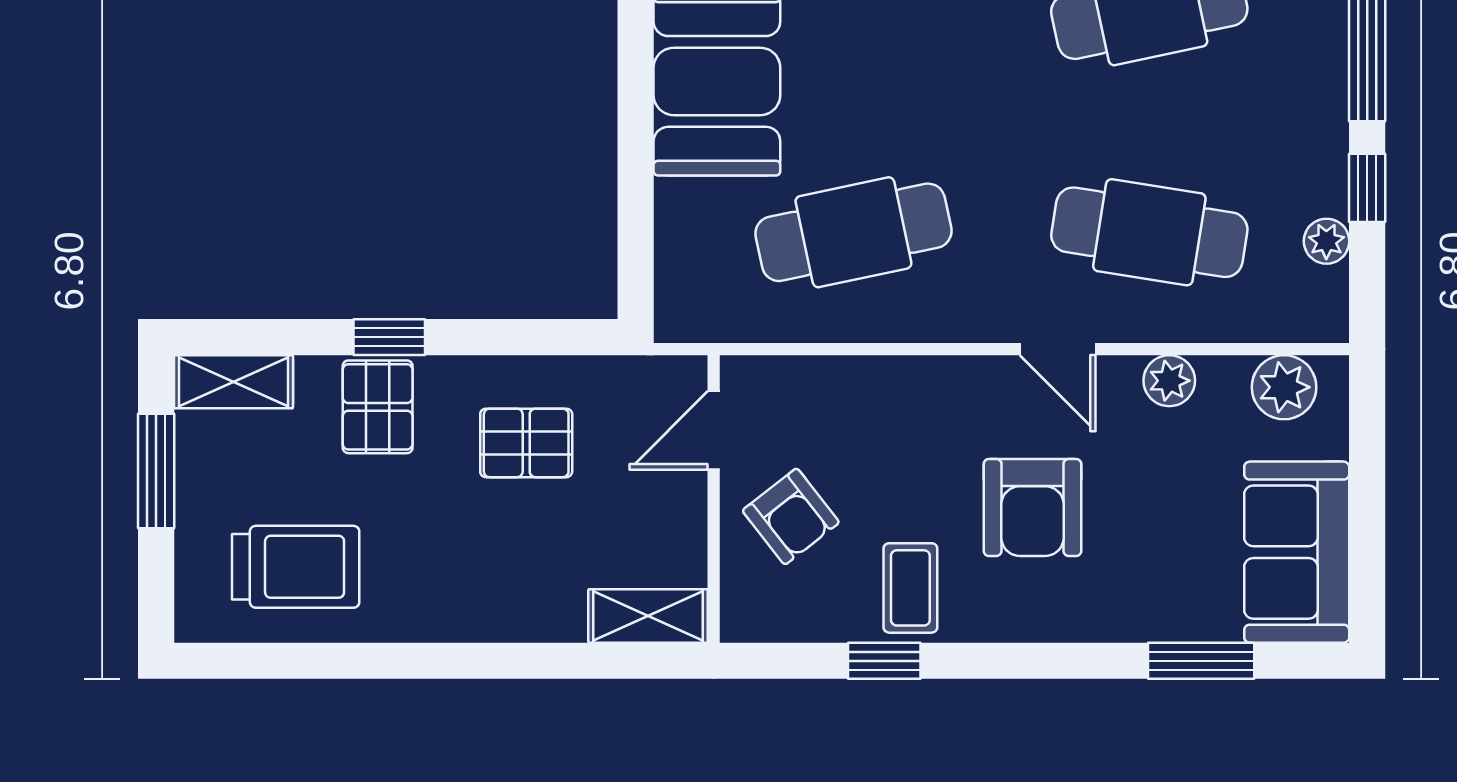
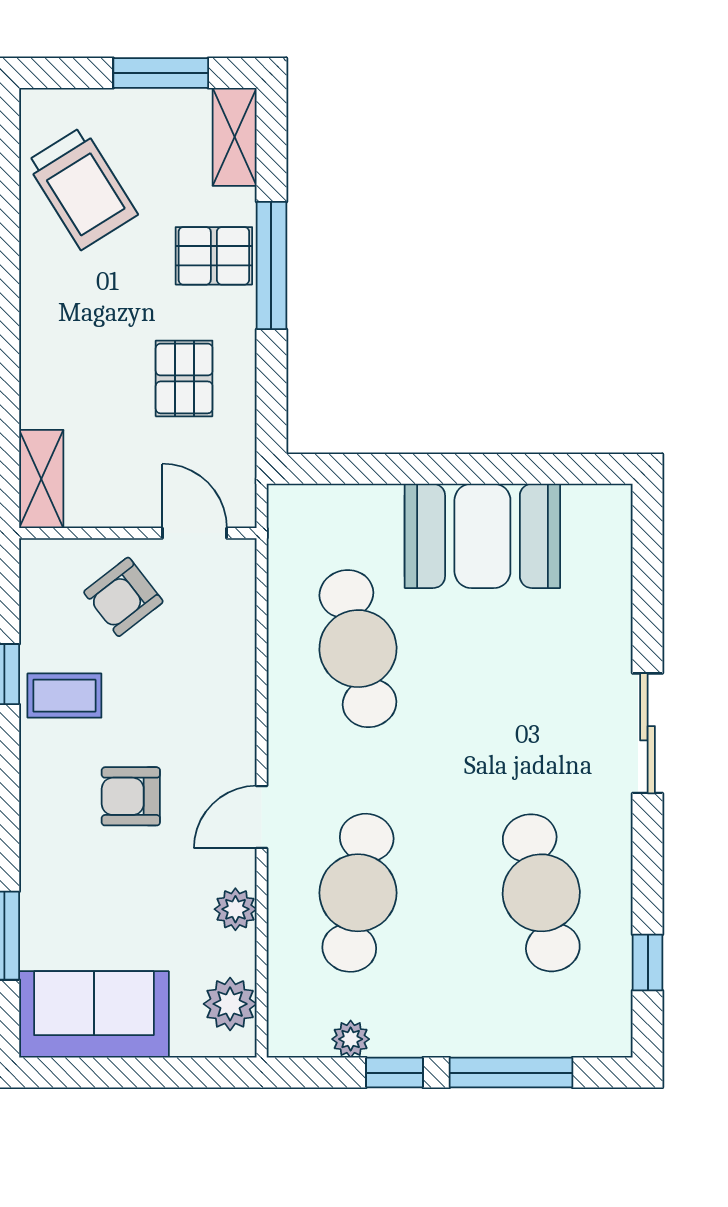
window: (389, 337) -> (271, 265), width x2.17
armchair: (1032, 507) -> (131, 796), width x0.72, depth x0.72
trolley: (296, 567) -> (82, 188), turned -32

